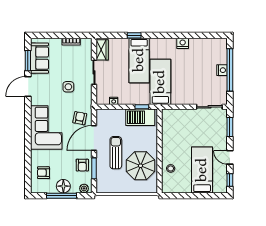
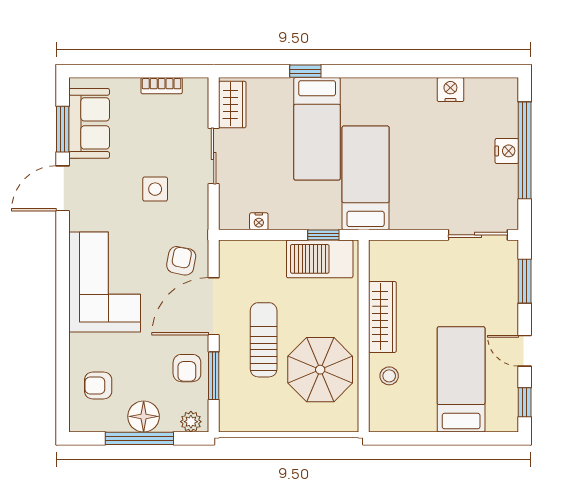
nightstand: (183, 43) -> (450, 90), moved
wardrobe: (168, 143) -> (382, 317), added

